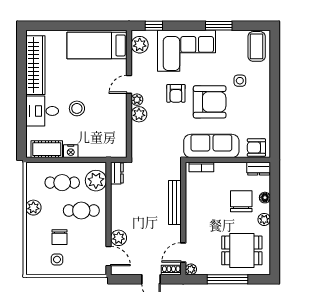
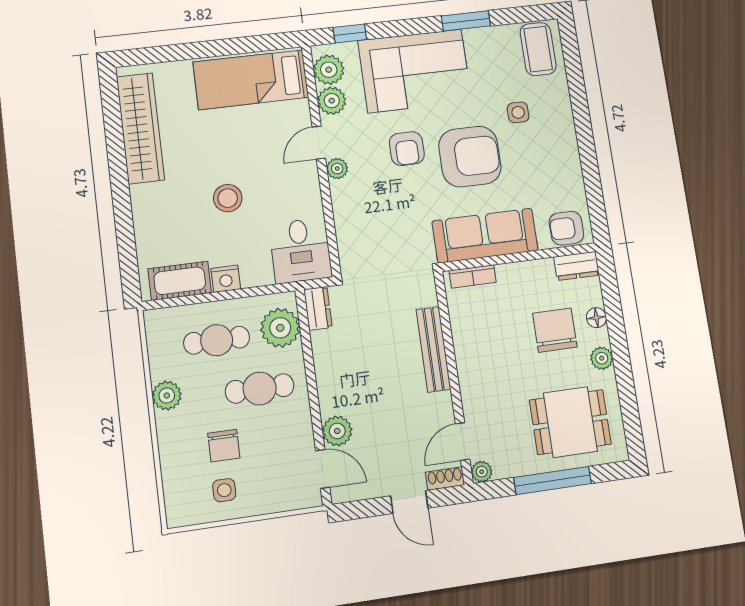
desk: (42, 111) -> (300, 251), moved, turned -90
plant: (139, 114) -> (332, 101), moved

